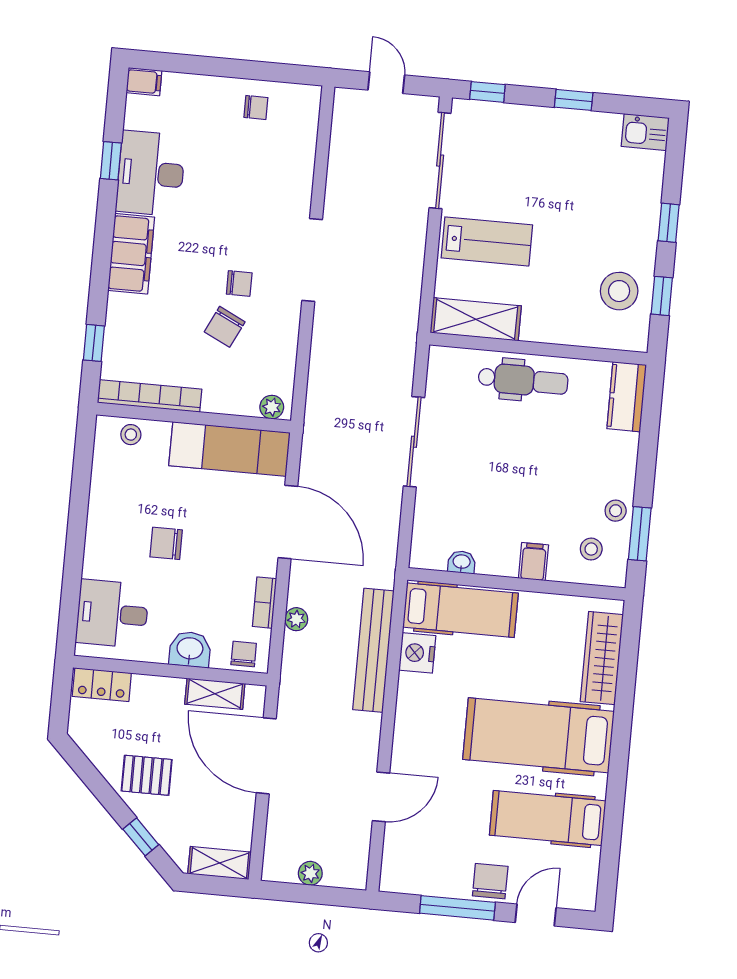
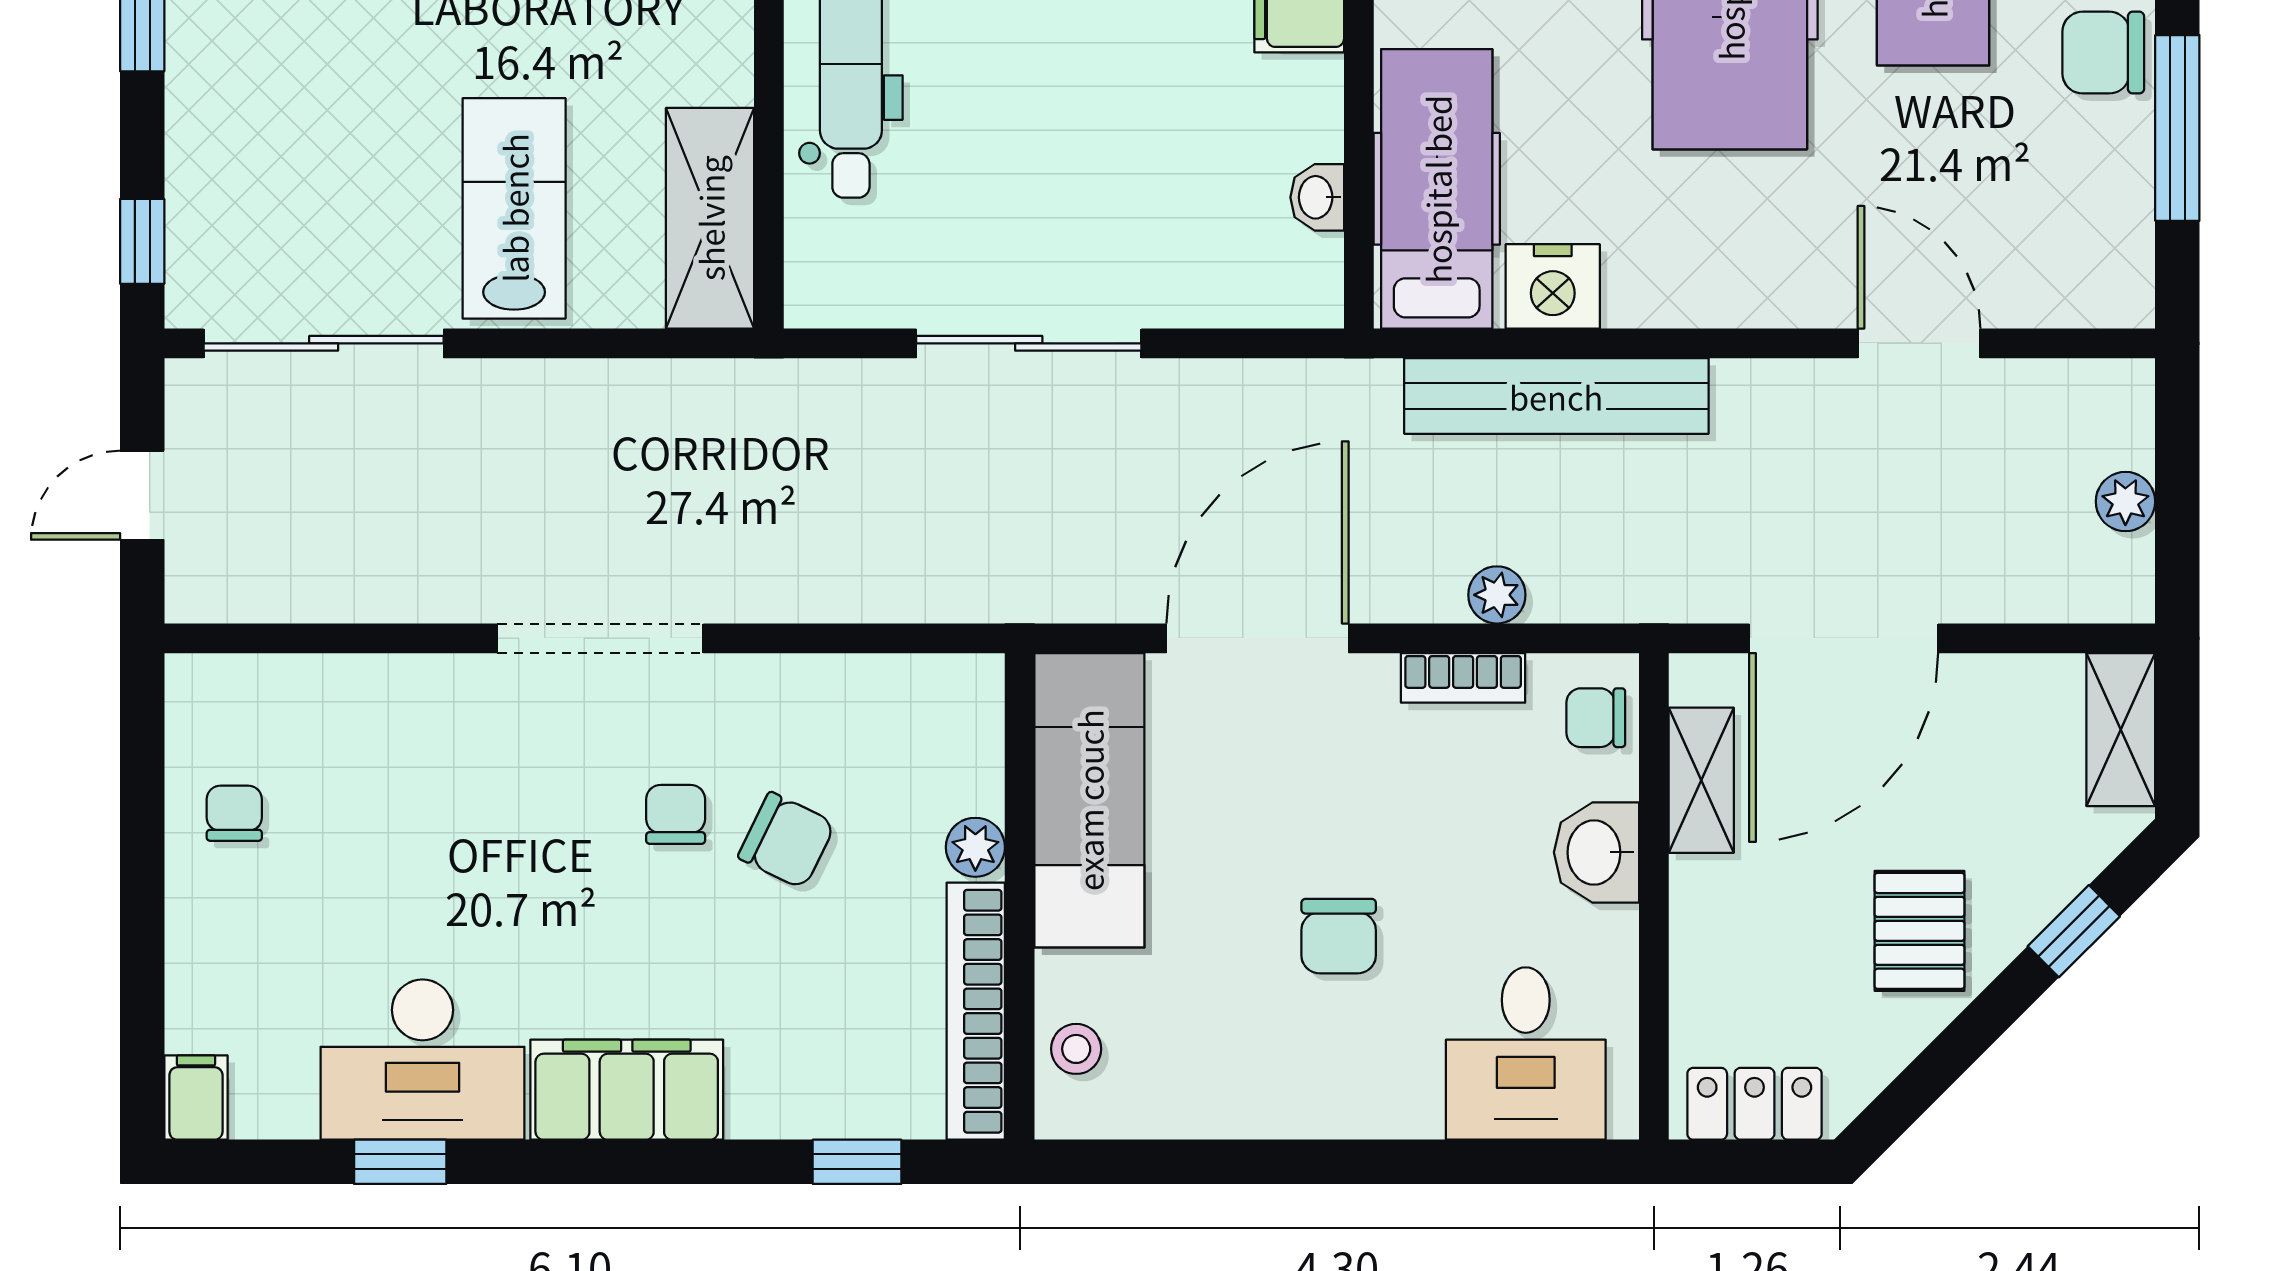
plant: (272, 407) -> (975, 847), moved
locker: (102, 685) -> (1754, 1104), moved, turned -90

